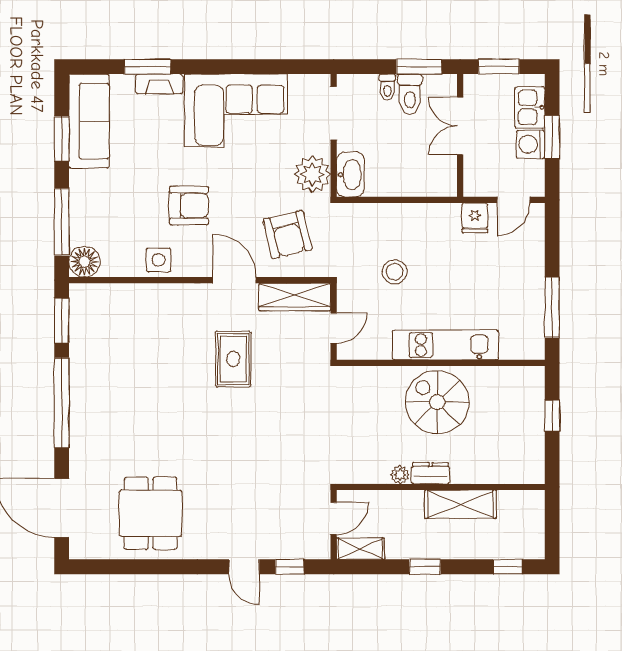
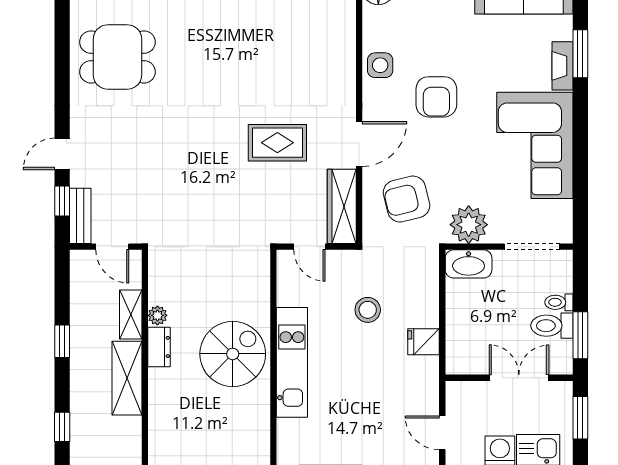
fridge: (475, 218) -> (424, 342), moved
bench: (304, 549) -> (80, 216), added
shelving: (360, 549) -> (131, 314), moved

